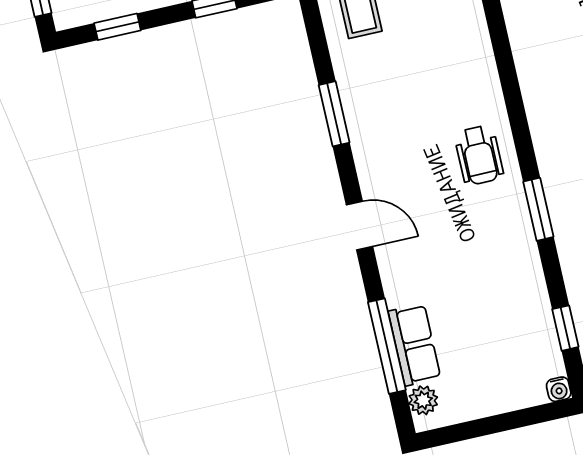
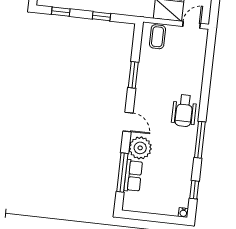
wheelchair: (479, 155) -> (184, 111), width x1.36, depth x1.37
window: (538, 209) -> (200, 140), width x1.44
plant: (423, 400) -> (140, 148), moved, width x1.87, depth x1.87

